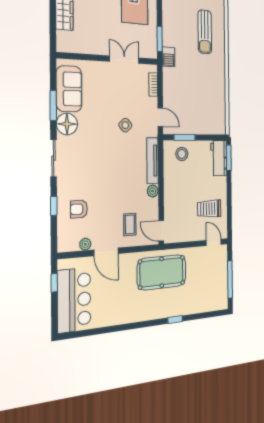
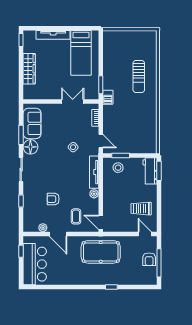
armchair: (79, 209) -> (53, 199), moved
armchair: (219, 276) -> (149, 259), added

